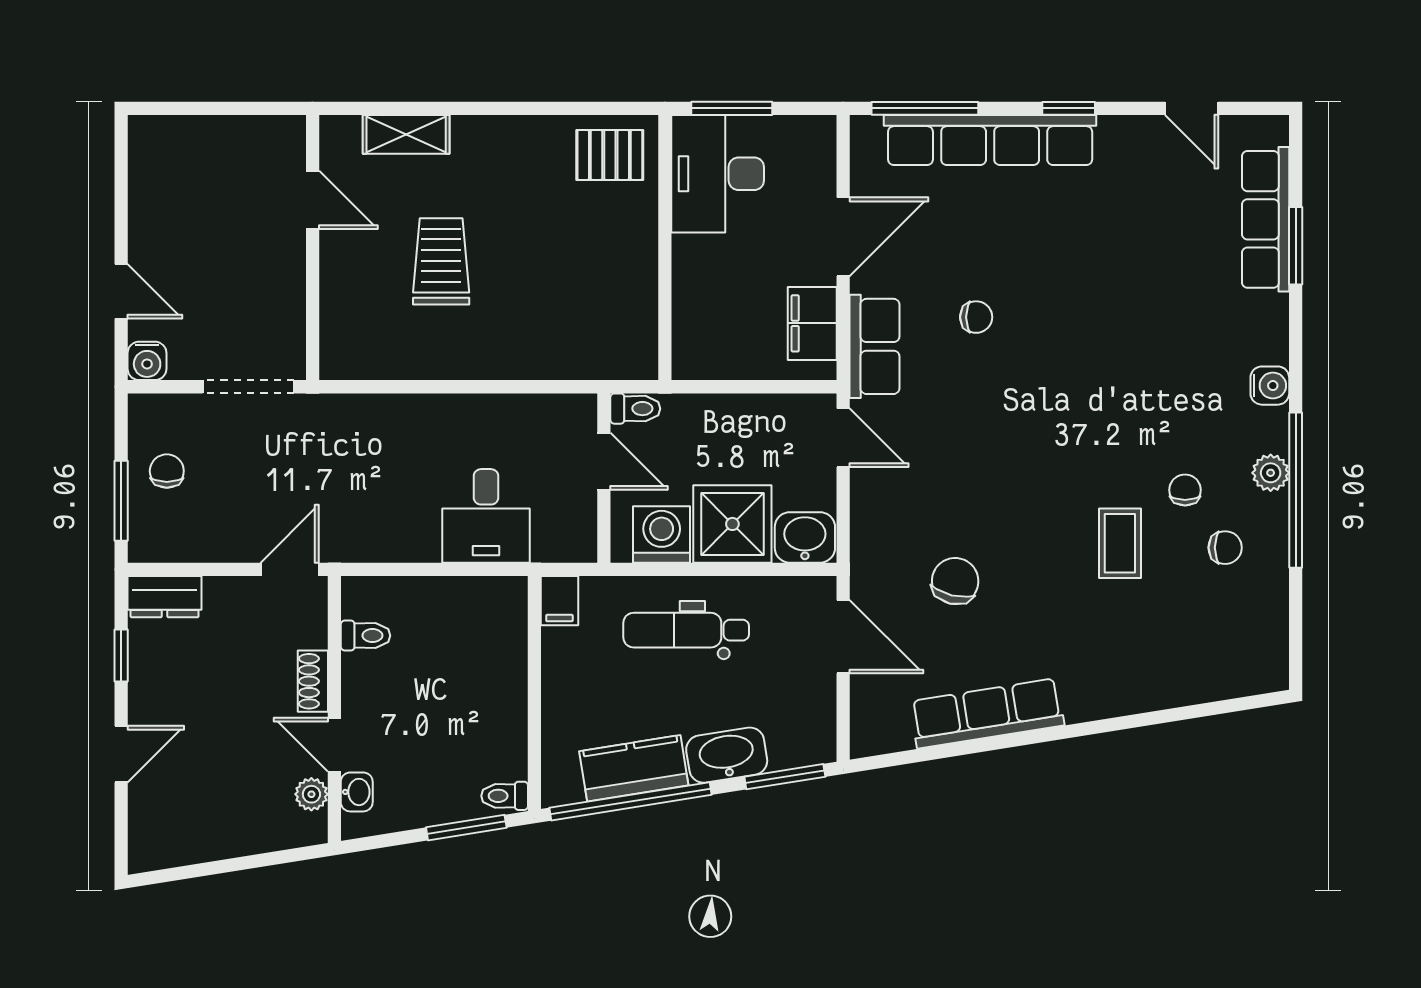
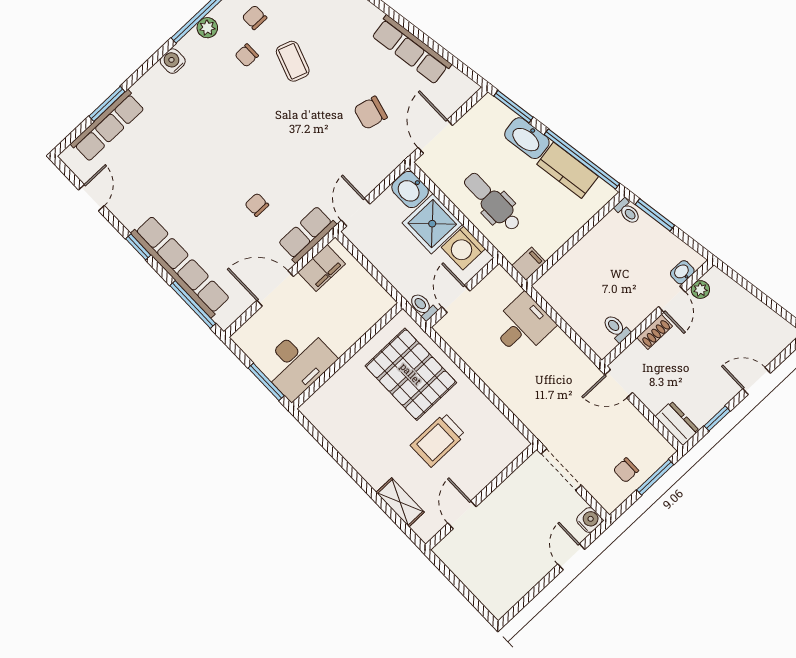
pallet: (610, 155) -> (411, 374), moved, width x2.05, depth x2.00
coffee table: (1120, 543) -> (293, 61), turned -71
dental chair: (686, 630) -> (492, 202), turned 180

